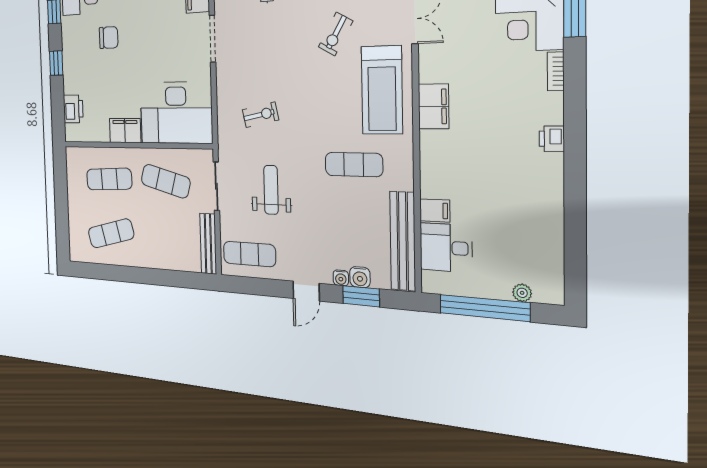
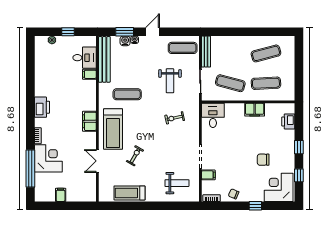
treadmill: (382, 90) -> (113, 129), turned 180
desk: (176, 113) -> (213, 115), width x0.53, depth x0.77
printer: (552, 139) -> (42, 107), width x1.87, depth x1.48
window: (484, 308) -> (68, 32), width x0.32

